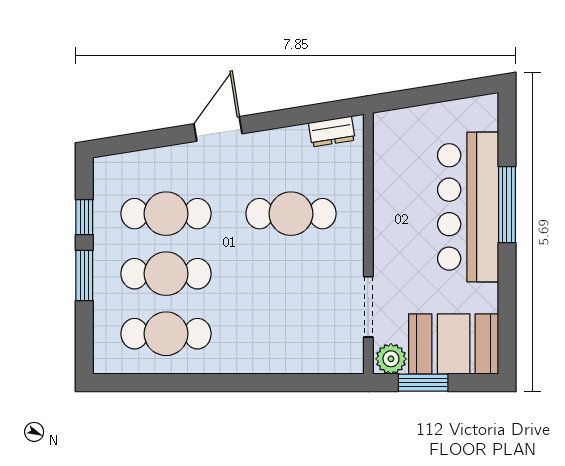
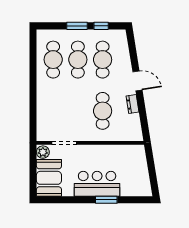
dresser: (332, 131) -> (133, 104), moved
window: (507, 205) -> (106, 200), width x0.69
bar counter: (468, 207) -> (97, 184), width x0.73
window: (423, 383) -> (33, 165), removed

